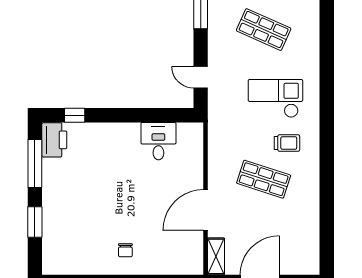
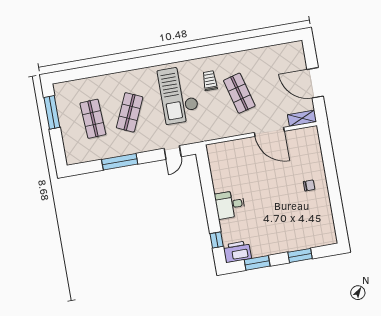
checkout: (275, 98) -> (179, 95), width x1.36, depth x1.21
desk: (158, 141) -> (230, 205), moved
window: (35, 164) -> (257, 263), width x0.69
shop shelf: (264, 179) -> (239, 93), turned -33

